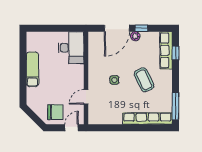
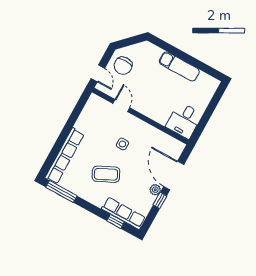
desk: (71, 48) -> (184, 120), width x0.73

